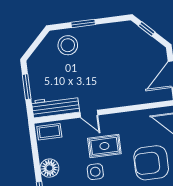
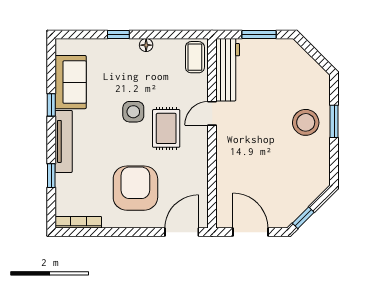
window: (147, 29) -> (303, 218), moved
stool: (68, 45) -> (306, 122), moved
floor lamp: (49, 168) -> (146, 45), width x0.53, depth x0.53

